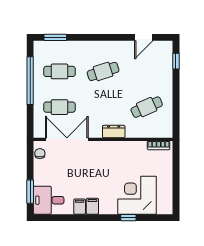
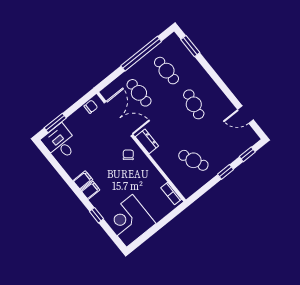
cafe table: (103, 71) -> (194, 104), turned 30
window: (176, 89) -> (225, 172), added
dresser: (114, 132) -> (147, 141), moved
chair: (101, 155) -> (128, 155), added
corner desk: (137, 195) -> (130, 221), moved, turned -90
filing cabinet: (80, 207) -> (90, 190), moved

